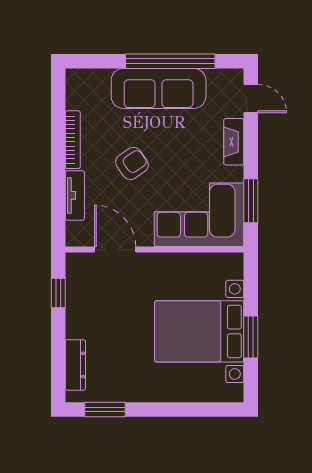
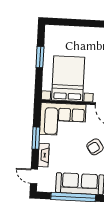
window: (251, 201) -> (36, 138), moved
bed with nightstands: (199, 331) -> (68, 79), moved, turned -90

